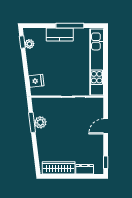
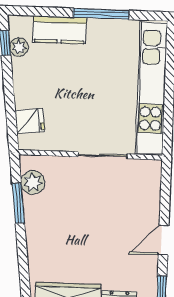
kitchen counter: (60, 34) -> (60, 30), moved
plant: (40, 122) -> (33, 182), moved
door: (106, 126) -> (163, 240), moved

